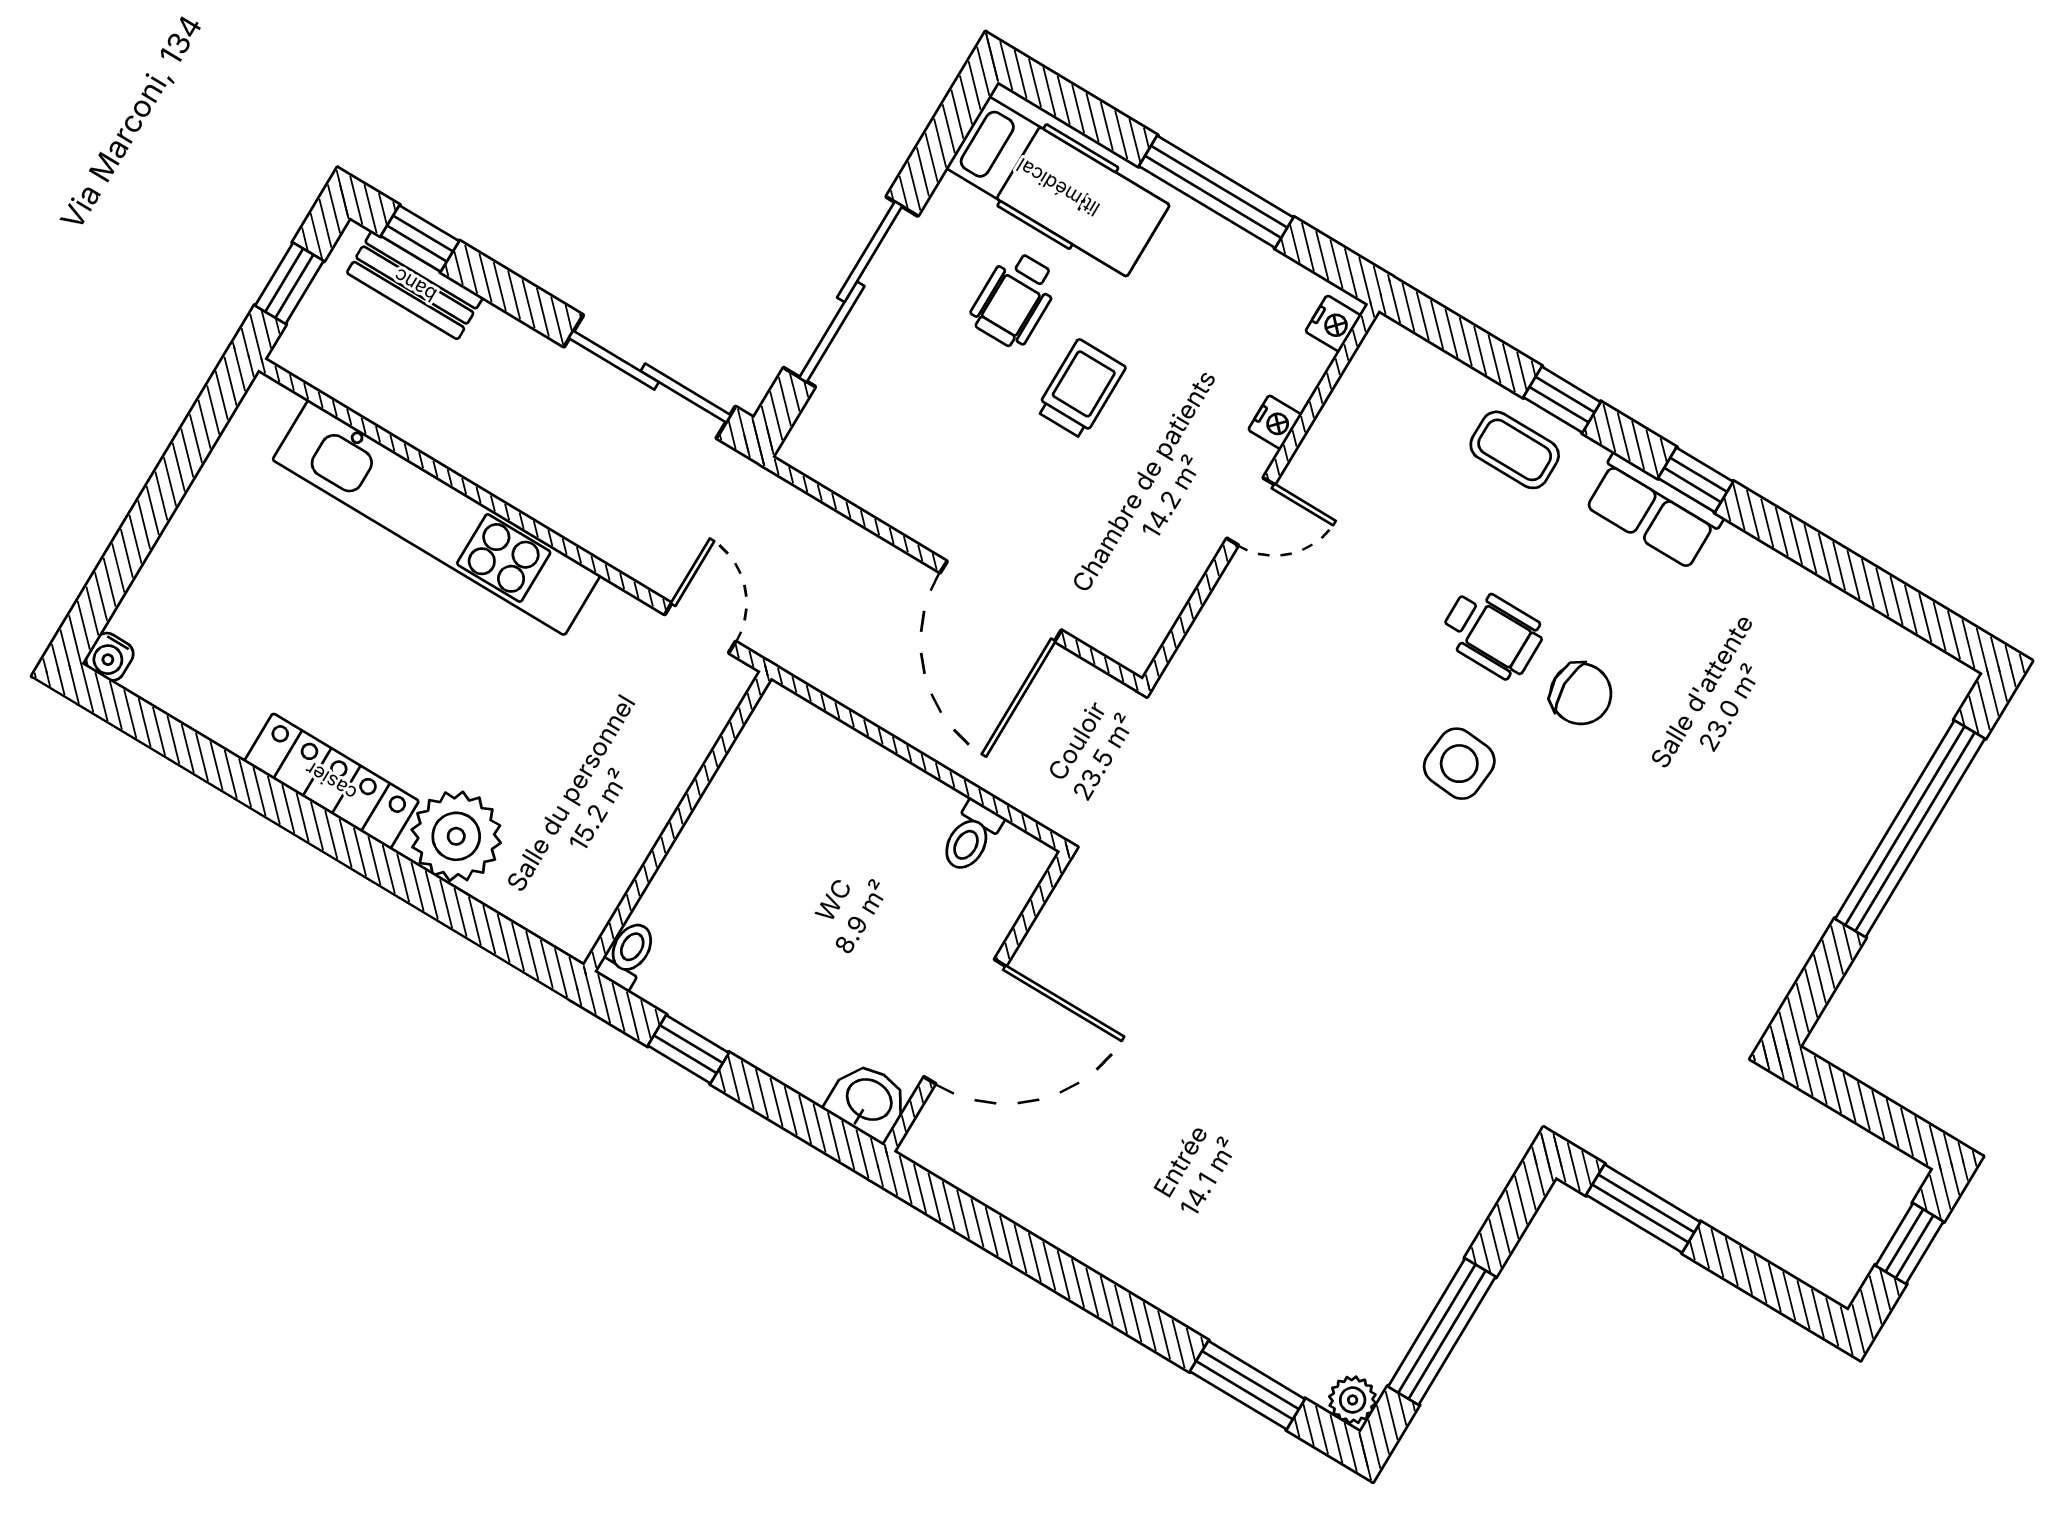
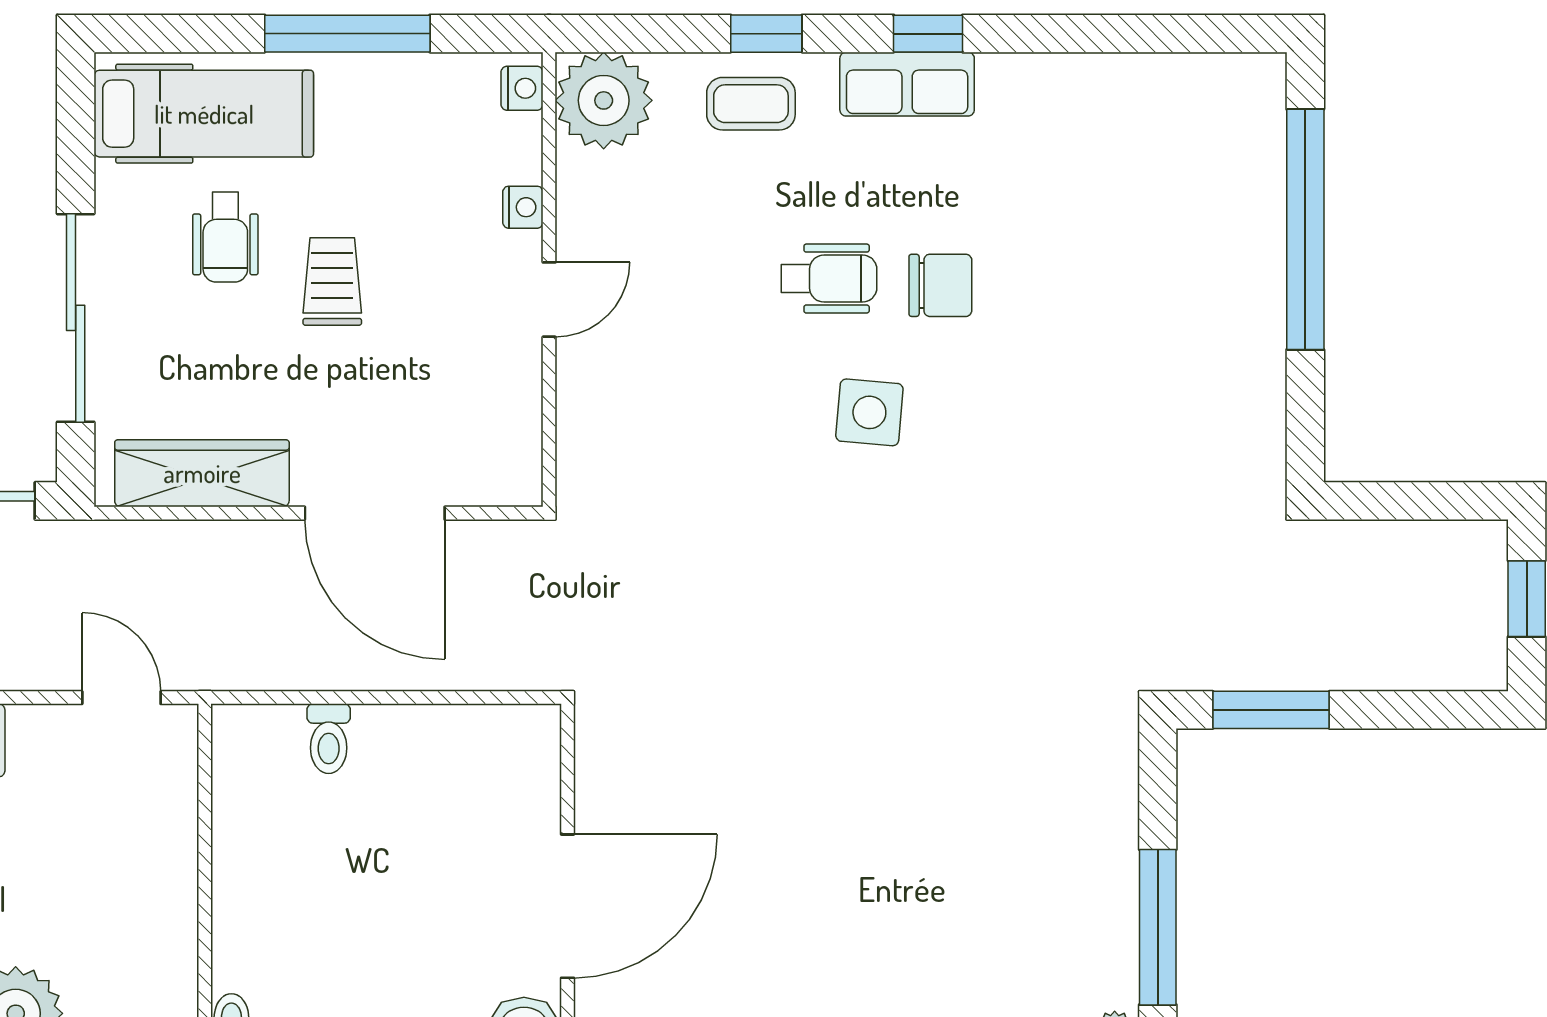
plant: (1395, 374) -> (604, 100), added
wardrobe: (878, 483) -> (202, 473), added
toilet: (971, 837) -> (329, 739), moved

